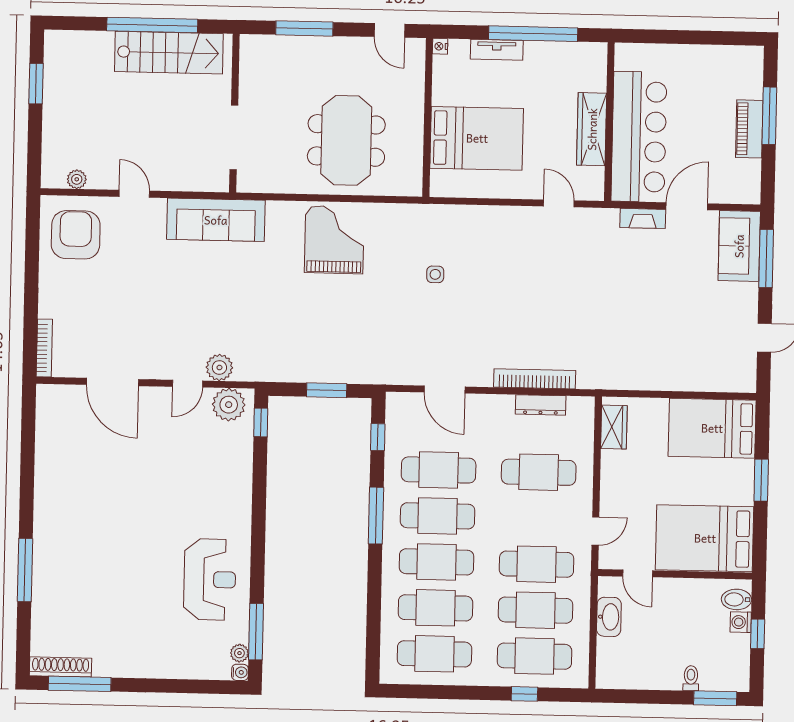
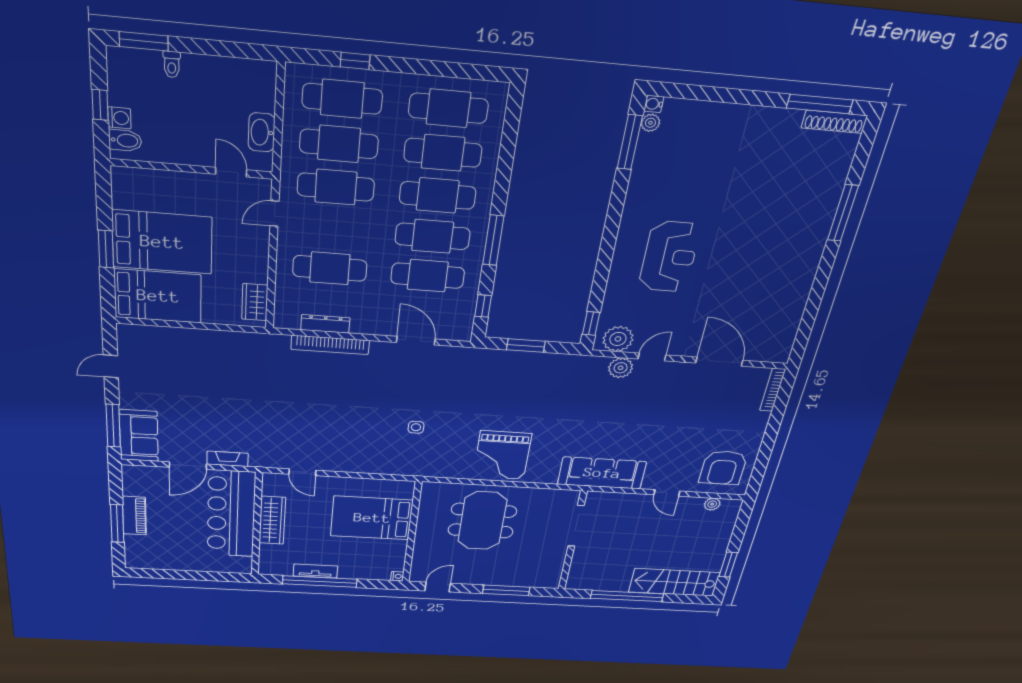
door: (389, 30) -> (438, 587), hinge flipped
tv unit: (497, 50) -> (315, 571), moved
stairs: (169, 53) -> (674, 582), moved
bed: (705, 538) -> (162, 242), moved
reception desk: (210, 579) -> (669, 257), moved, turned 180

